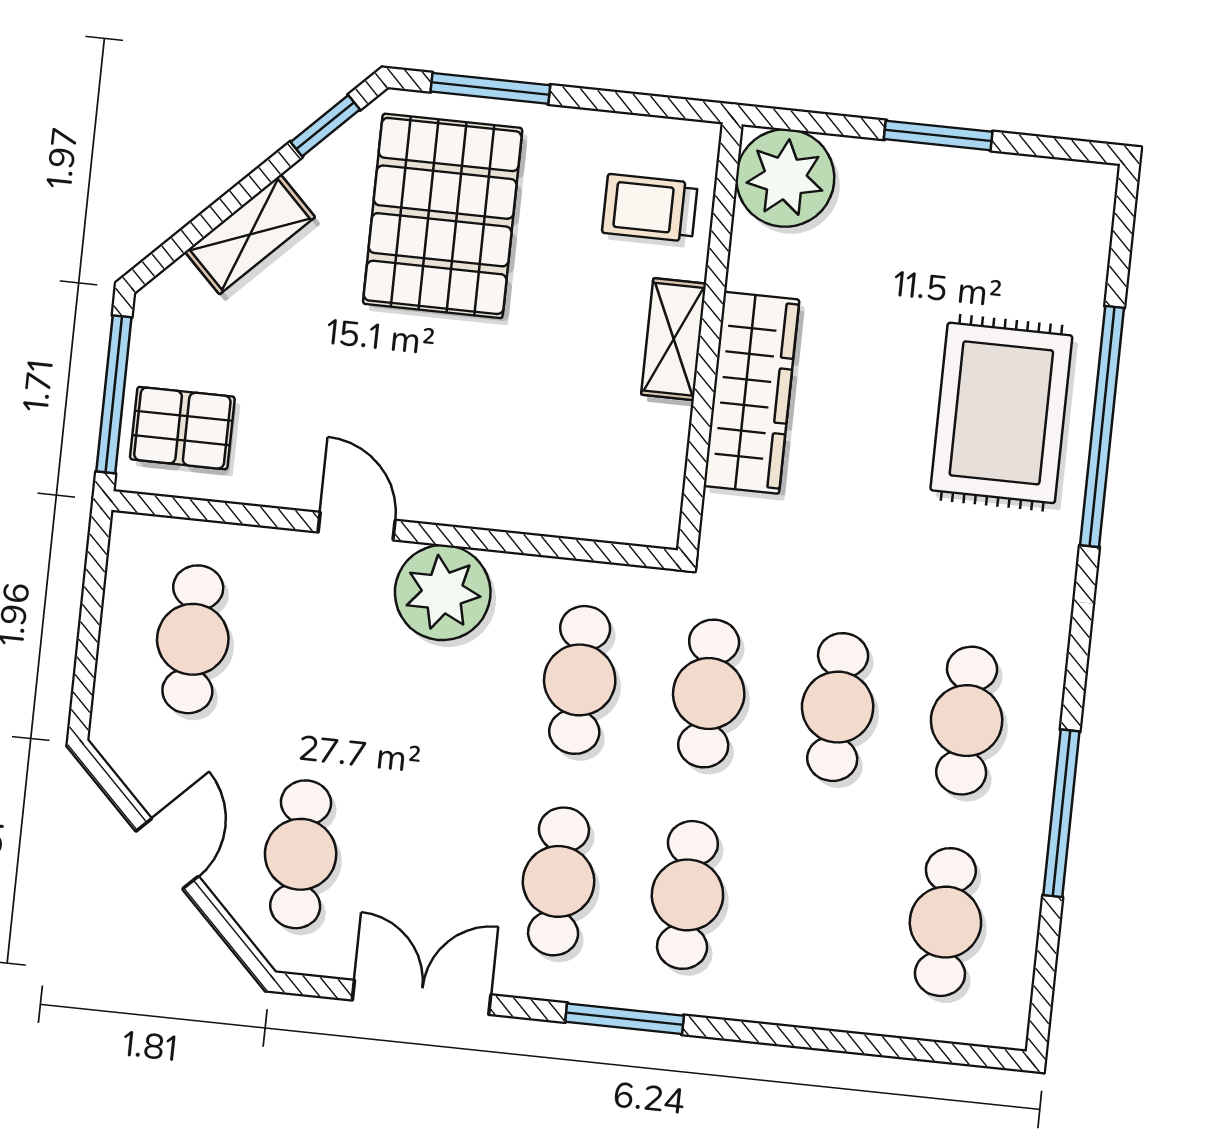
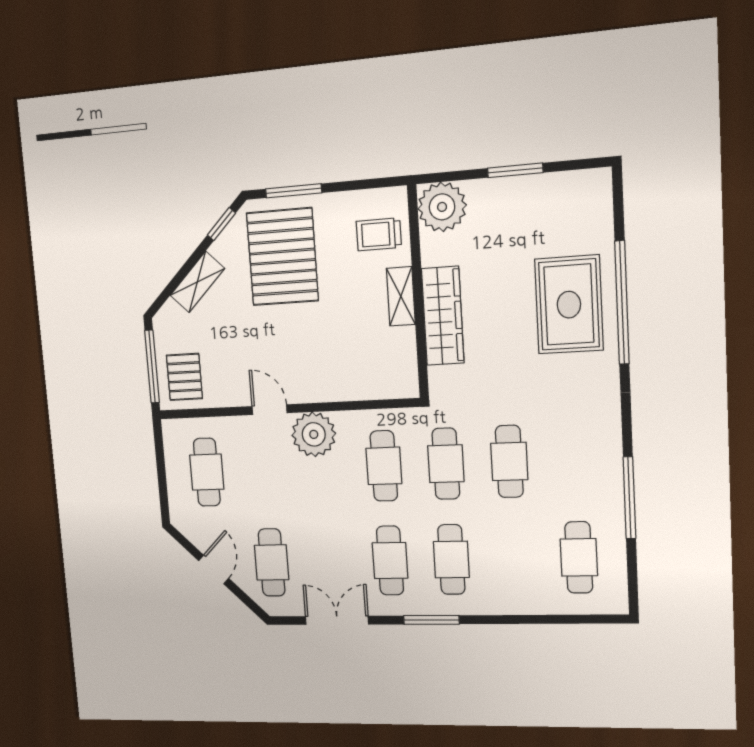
pallet: (182, 428) -> (184, 377), turned 90
cafe table: (967, 721) -> (574, 459), removed

